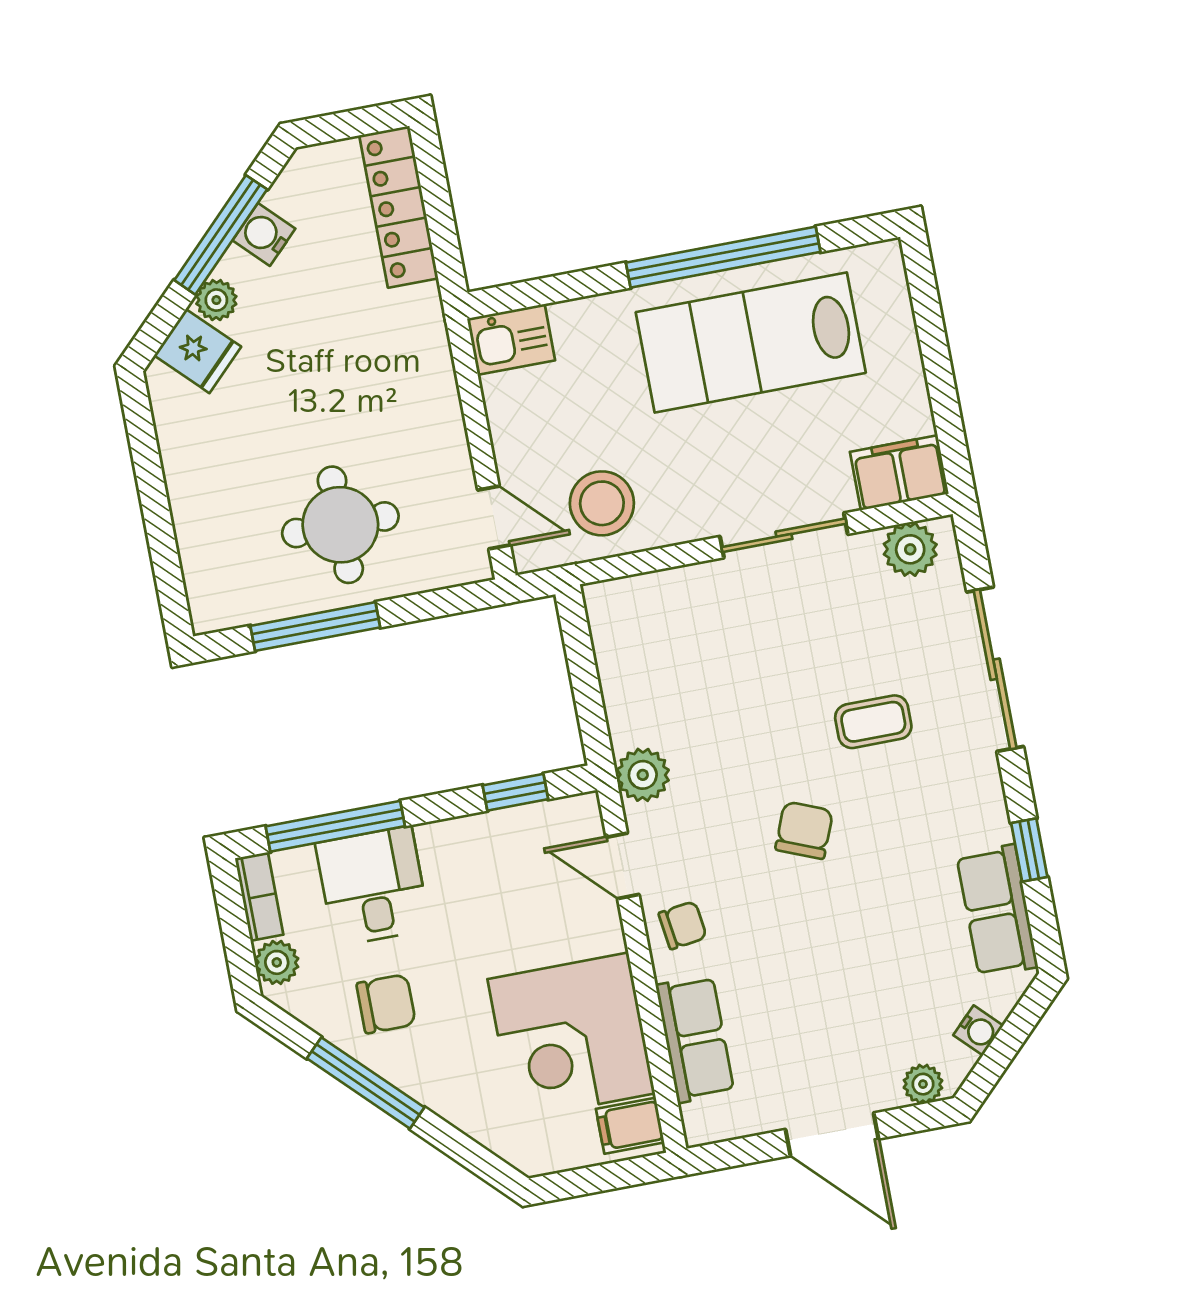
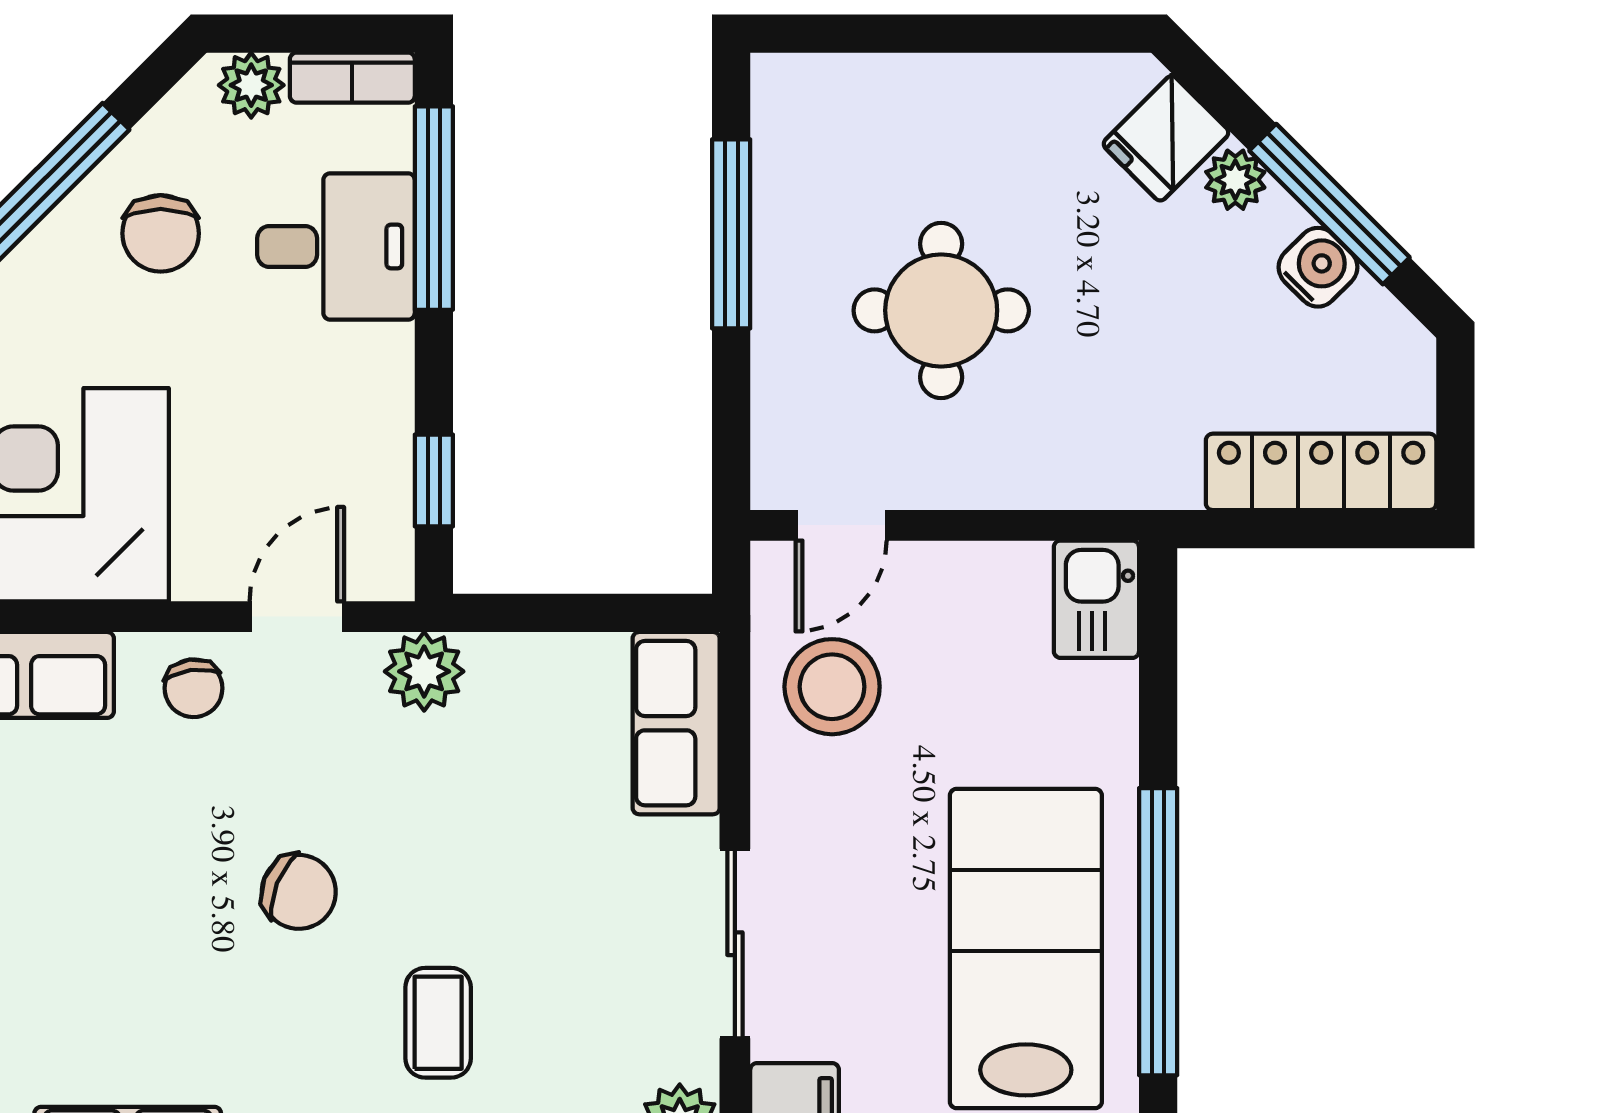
round table: (340, 525) -> (941, 310), moved
row of seats: (645, 602) -> (676, 723), added

